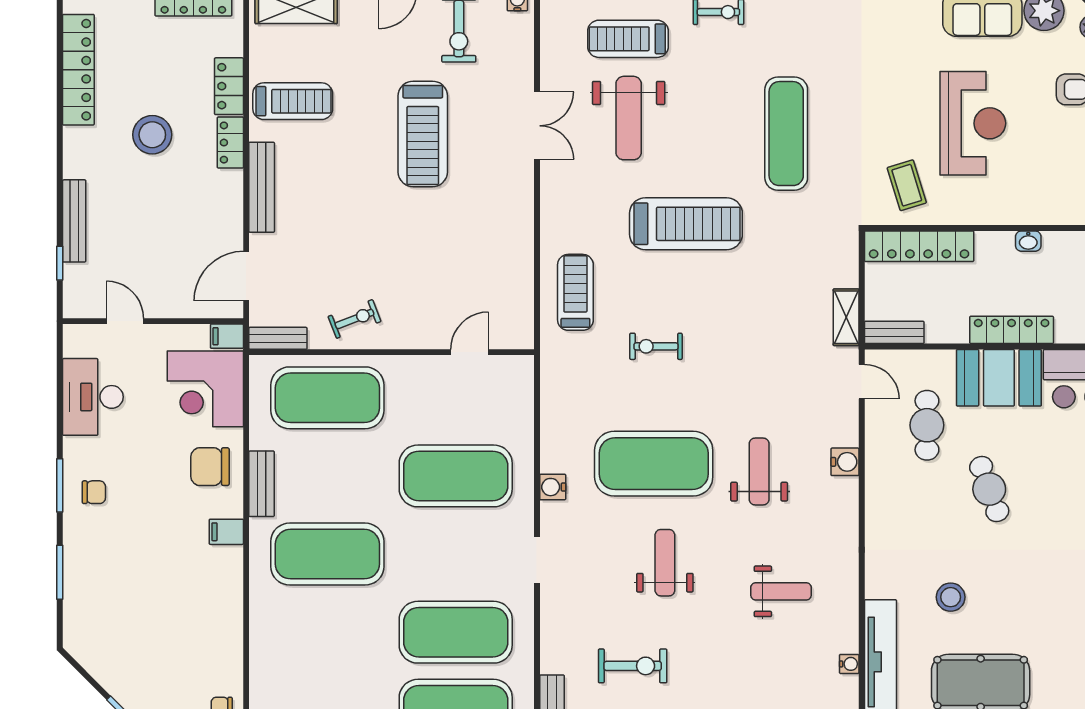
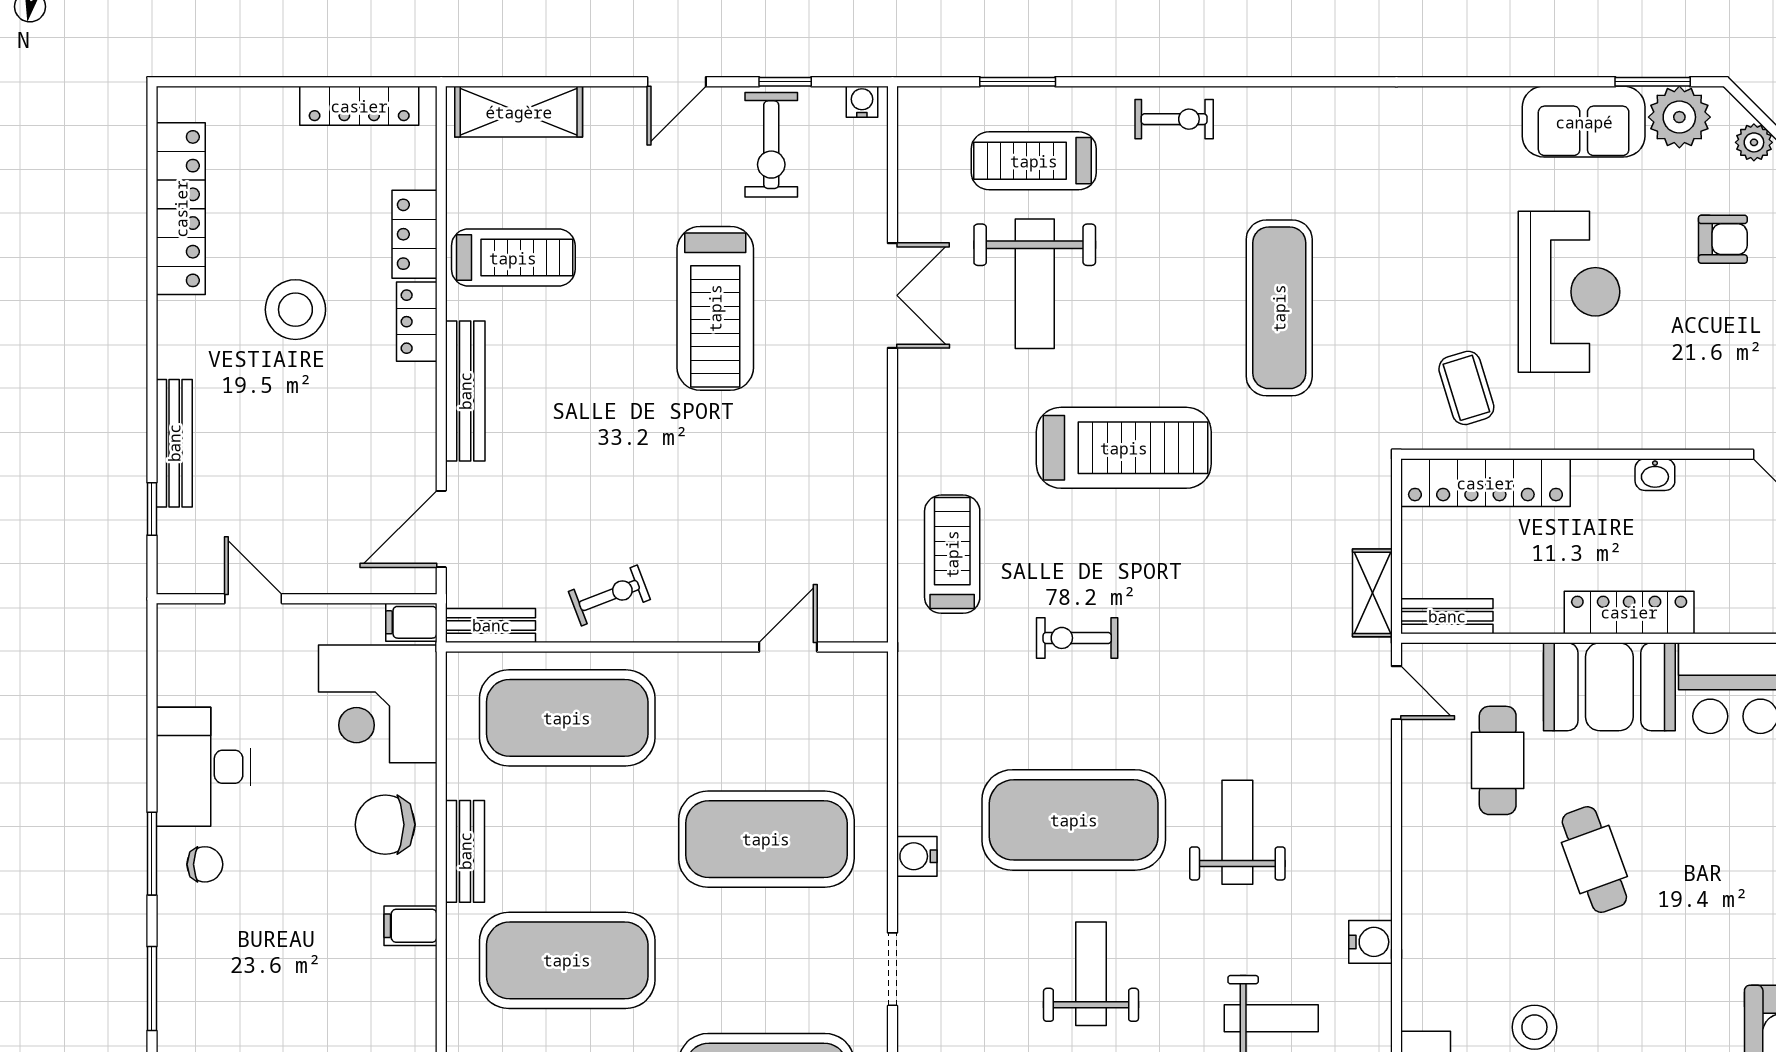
desk: (93, 397) -> (203, 767), moved
water cooler: (845, 462) -> (1370, 942), moved

